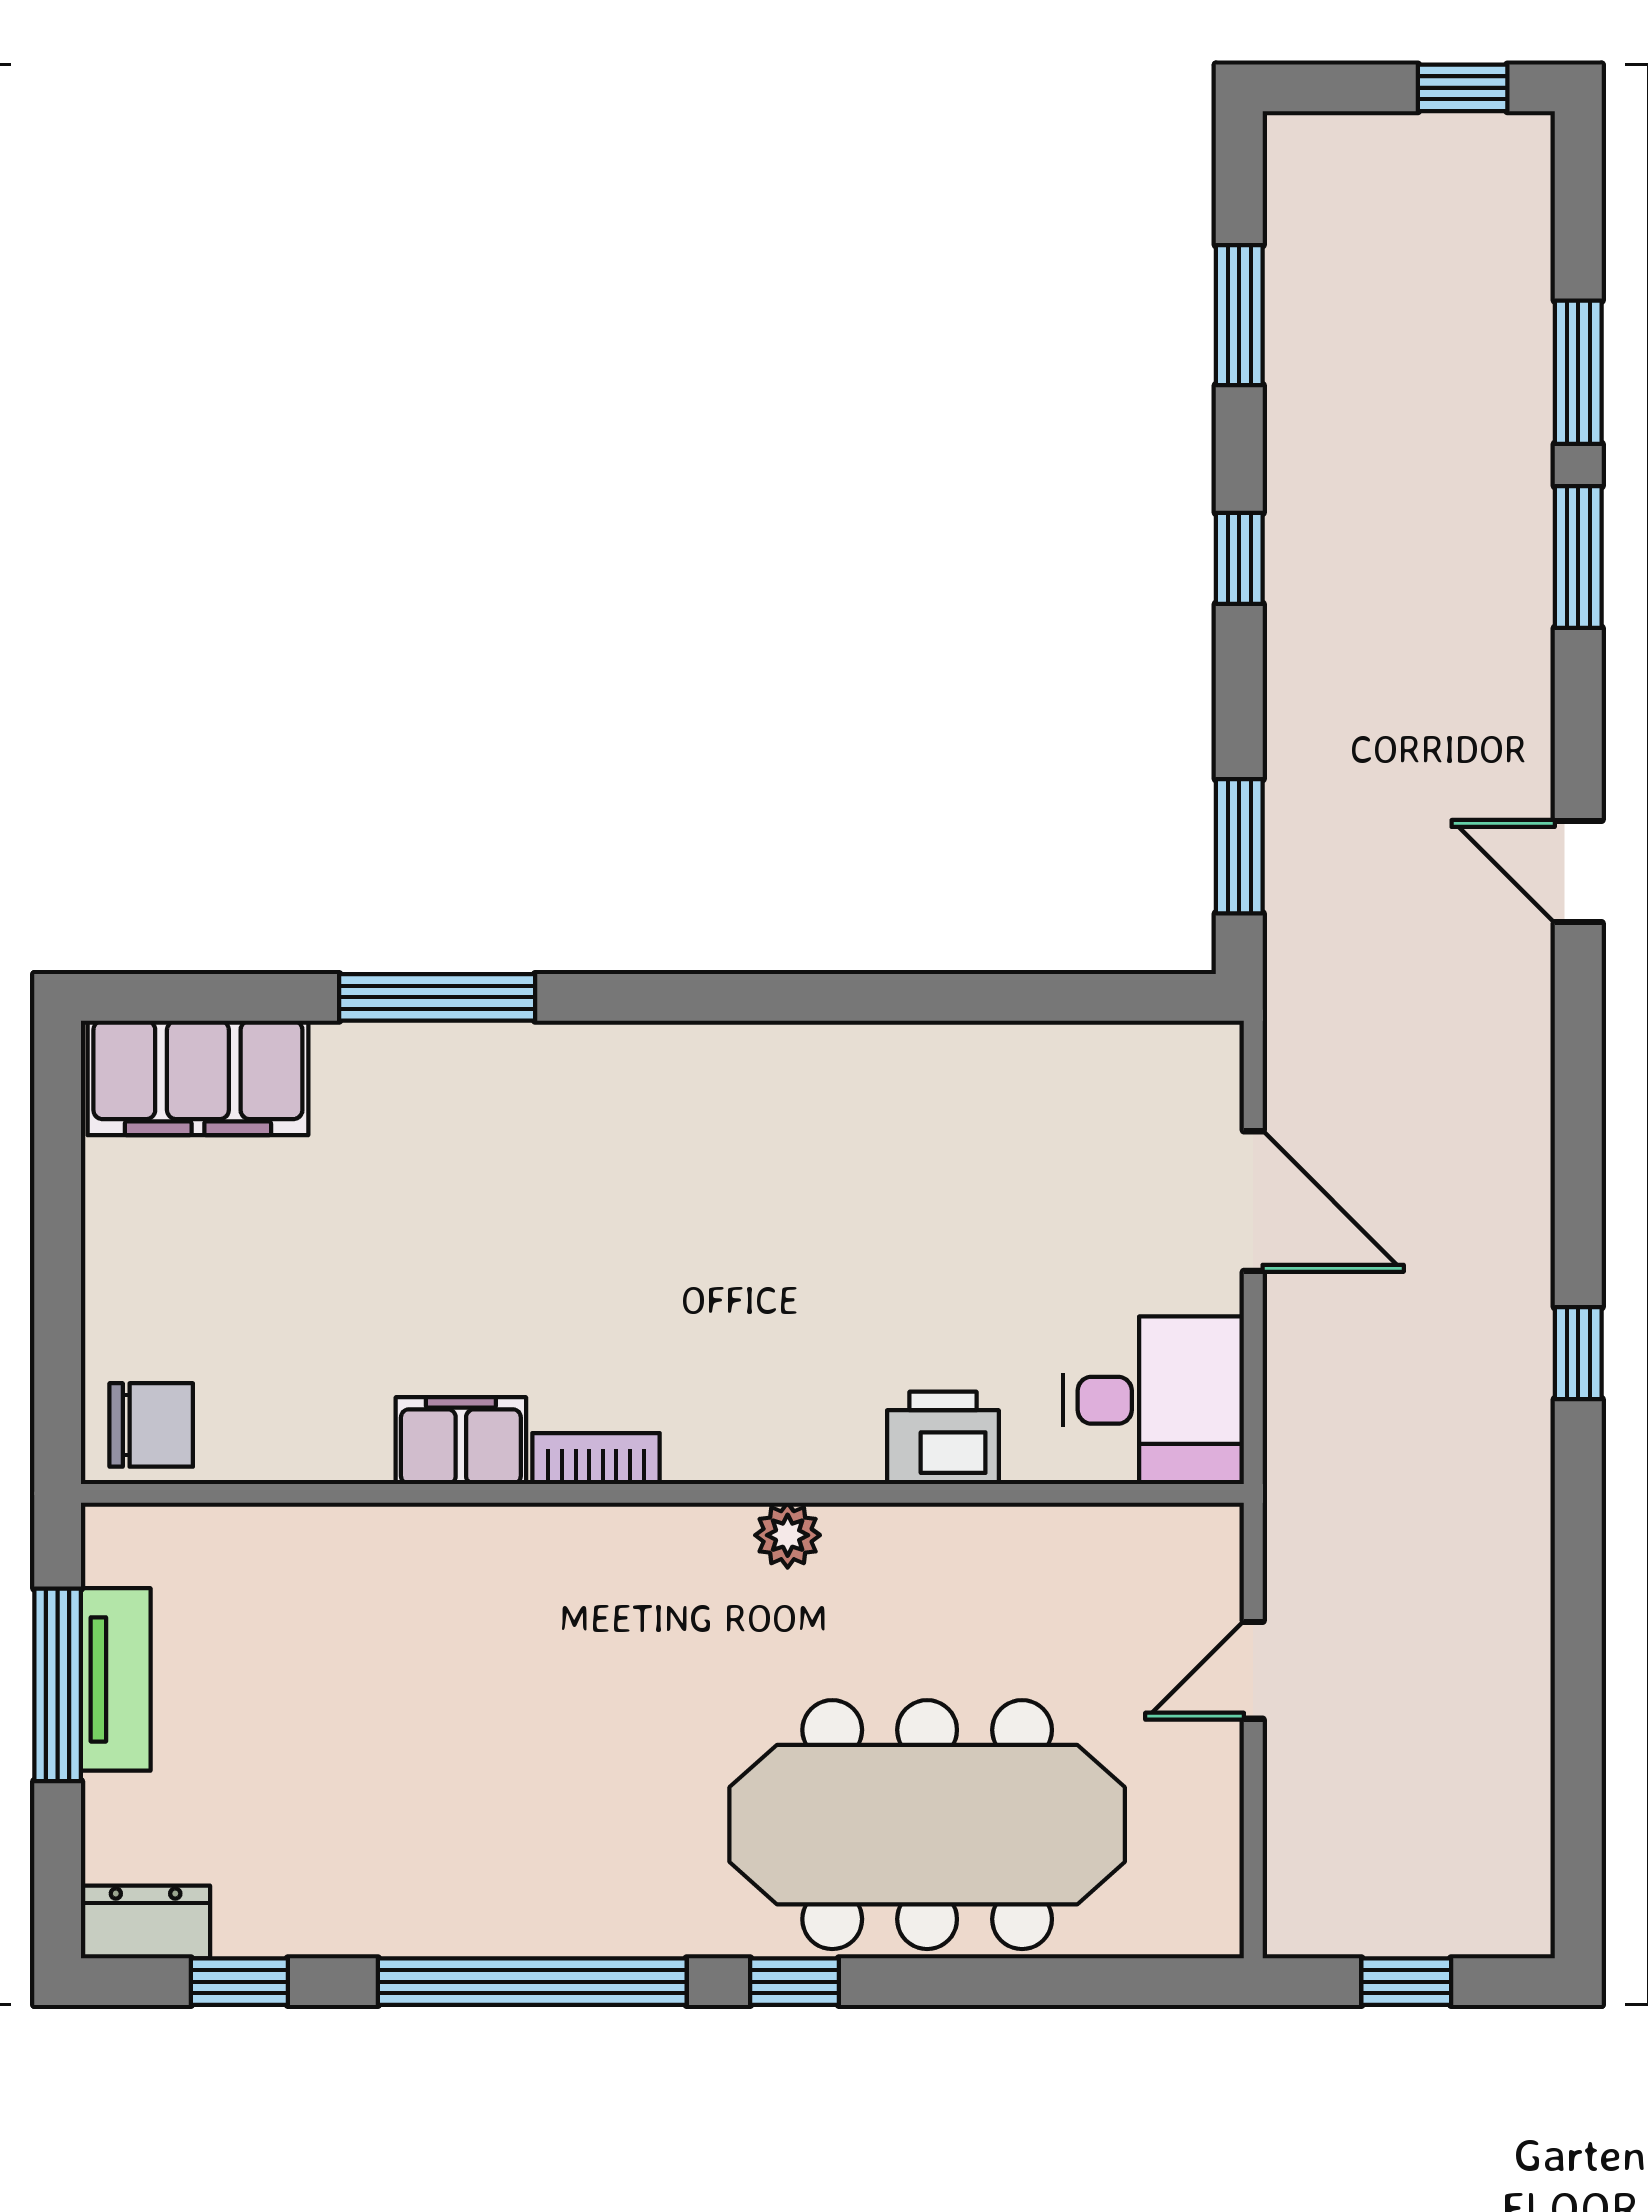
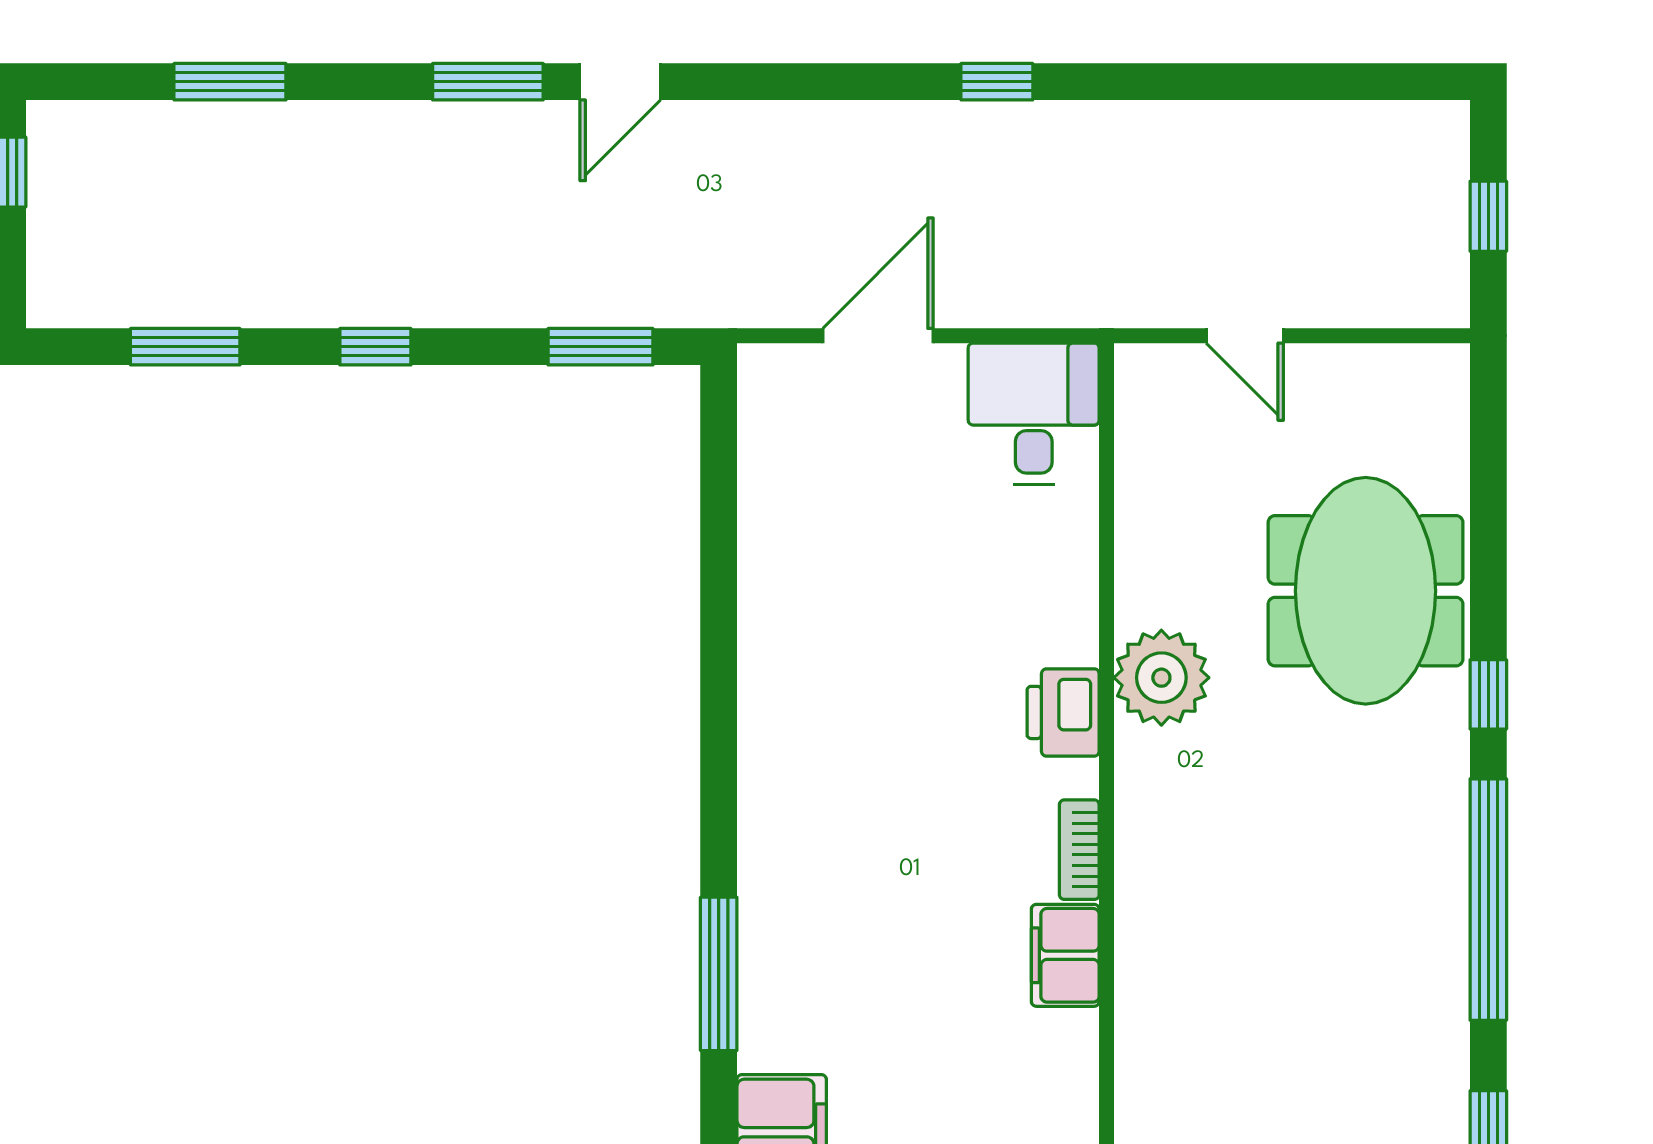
window: (1578, 557) -> (488, 82), moved
printer: (943, 1438) -> (1063, 712), moved
plant: (788, 1535) -> (1161, 678), width x1.87, depth x1.87
meeting table: (927, 1825) -> (1366, 591), width x0.73

